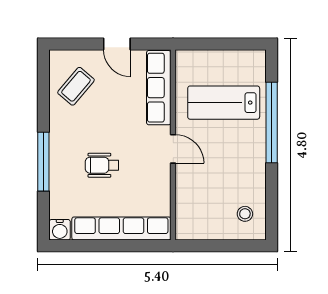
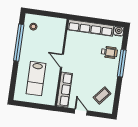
lab bench: (224, 103) -> (36, 79), turned 90
window: (272, 123) -> (19, 43), moved
wheelchair: (102, 165) -> (109, 52), moved

